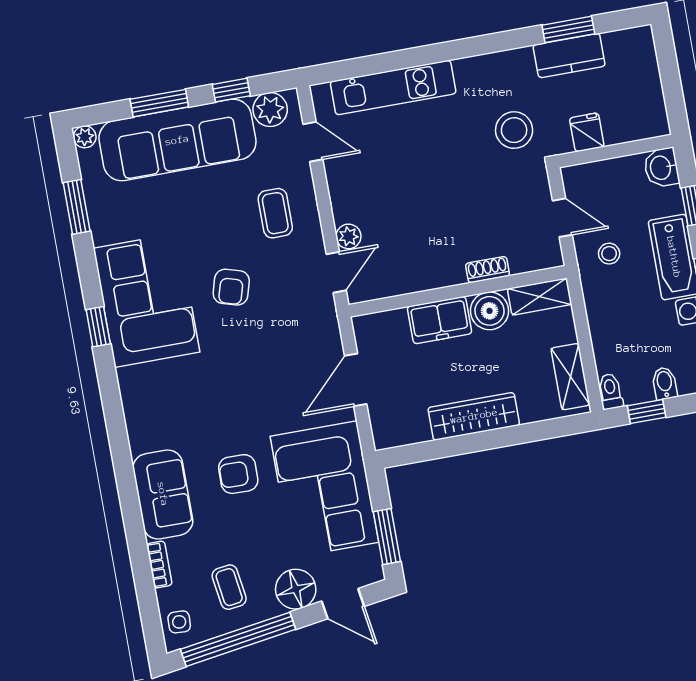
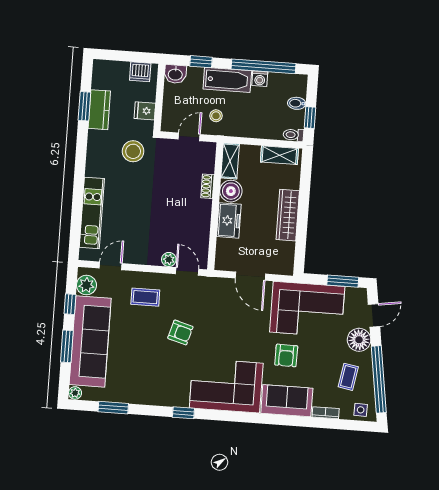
dishwasher: (650, 108) -> (140, 72), added
corner sofa: (146, 300) -> (226, 386), moved
coffee table: (229, 587) -> (348, 377), turned -72

